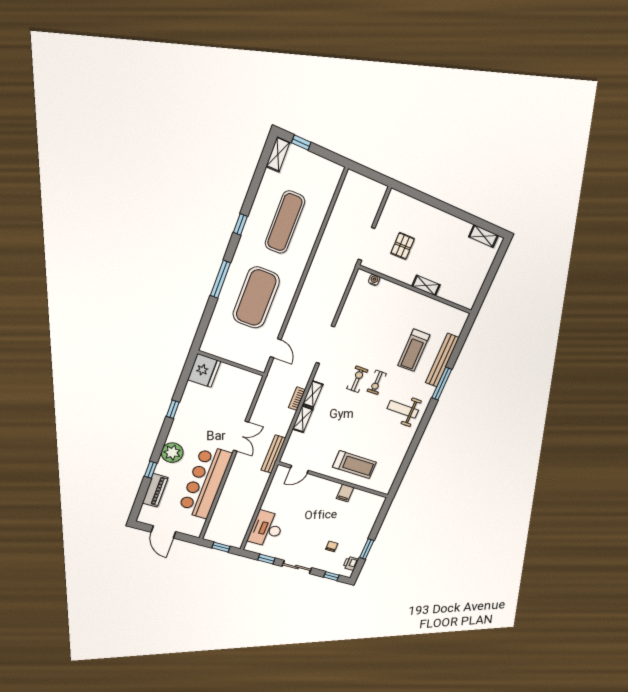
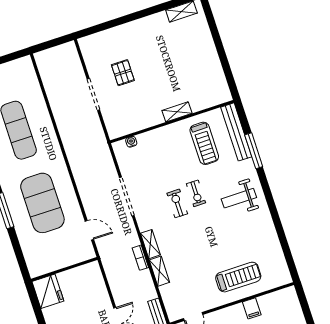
water cooler: (374, 280) -> (131, 142), moved
shelving: (426, 285) -> (177, 112), moved
wall: (416, 290) -> (172, 122), moved

